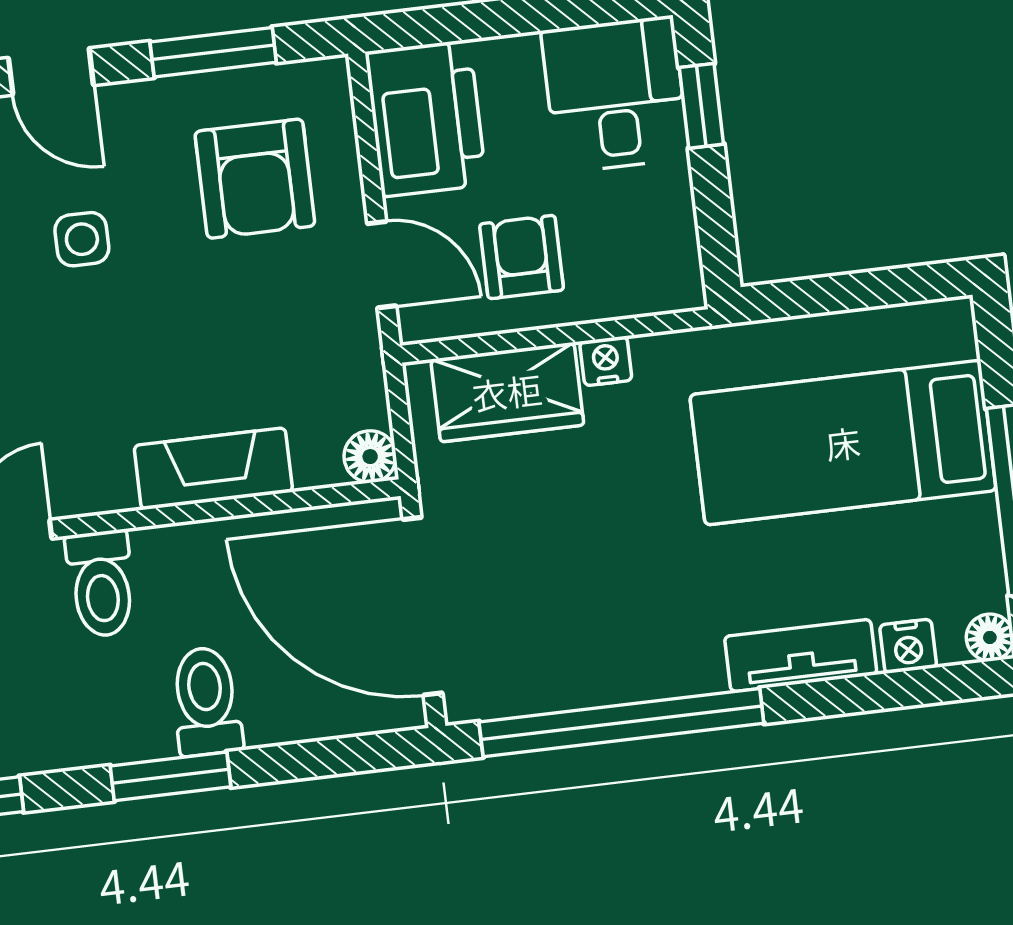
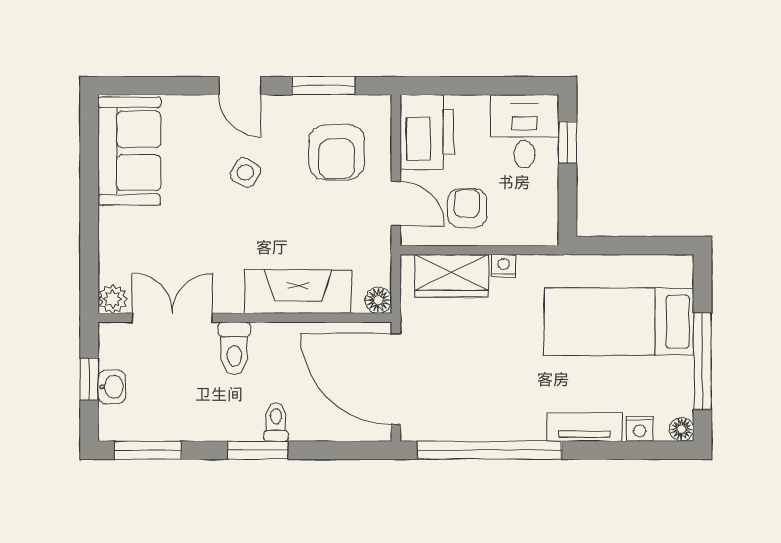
side table: (82, 239) -> (245, 173), turned 30
fireplace: (213, 469) -> (298, 292), width x1.37, depth x1.32
toilet: (206, 701) -> (276, 422), width x0.73, depth x0.72

